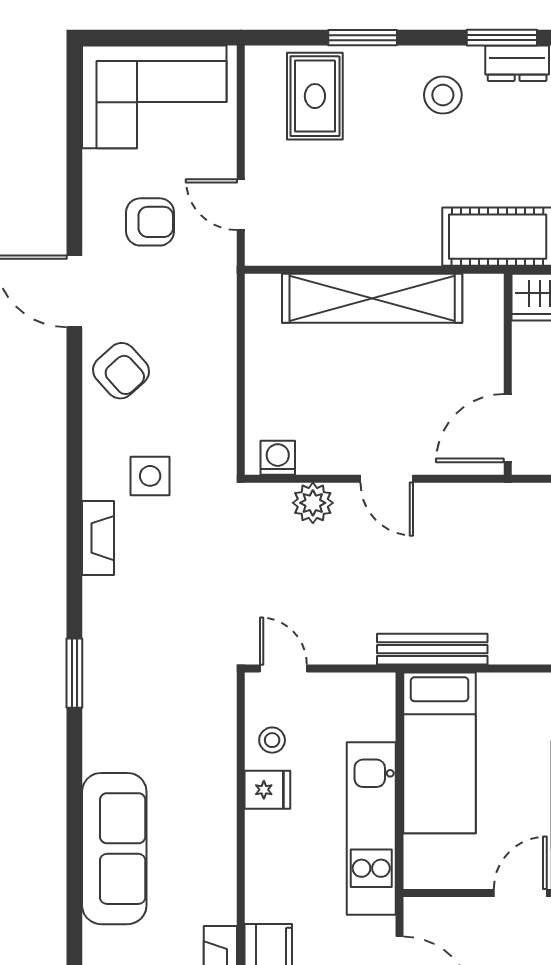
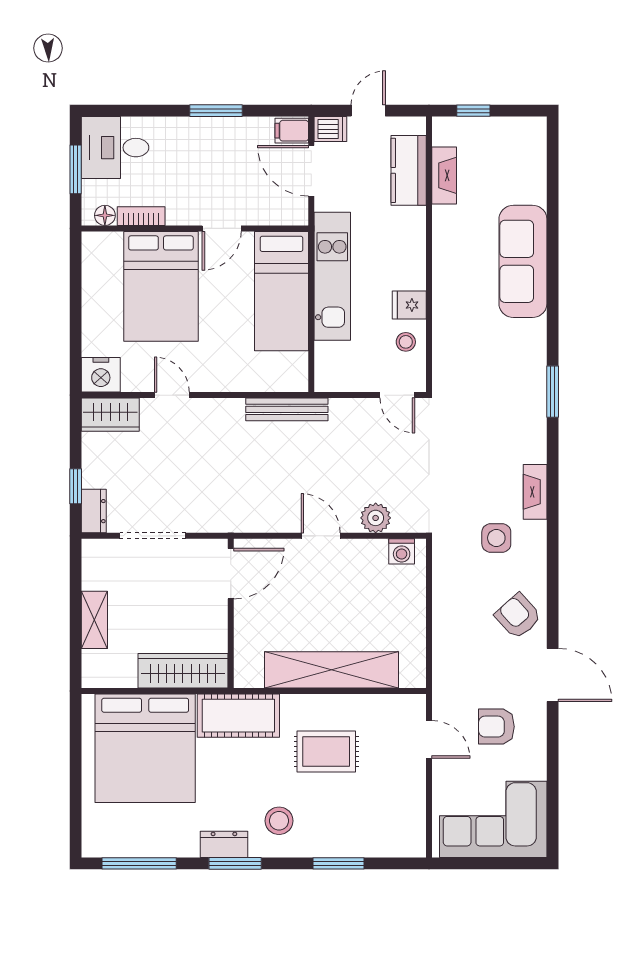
rug: (315, 96) -> (326, 751), moved, turned 90
bed: (439, 753) -> (282, 291), moved, turned 180

